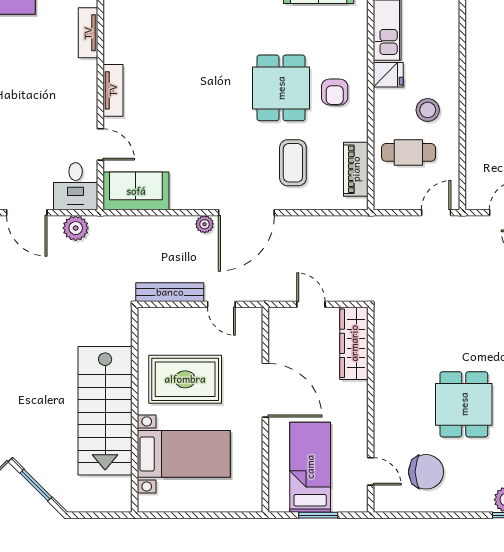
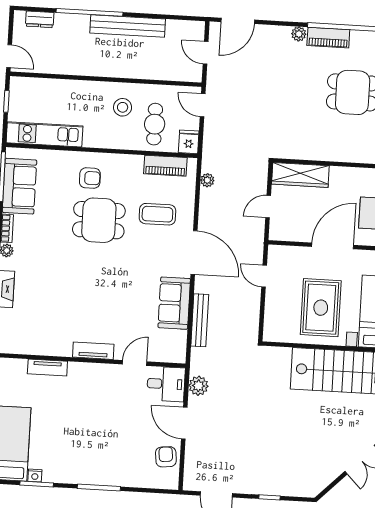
fridge: (388, 75) -> (189, 142), moved
armchair: (335, 92) -> (90, 178), moved
sofa: (136, 191) -> (174, 303), moved
door: (27, 213) -> (184, 423), swing flipped
plant: (205, 224) -> (207, 180), moved
bench: (170, 292) -> (200, 320), moved
door: (221, 304) -> (264, 276), swing flipped

